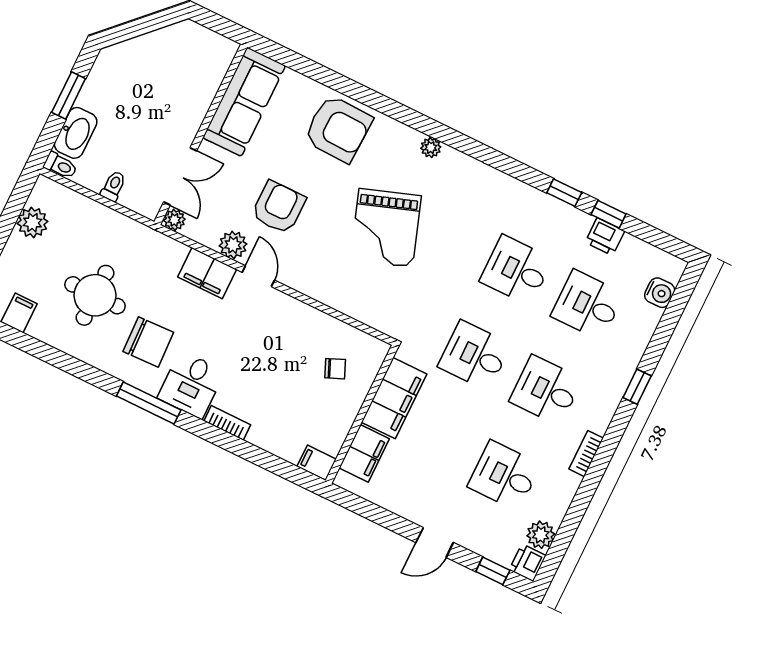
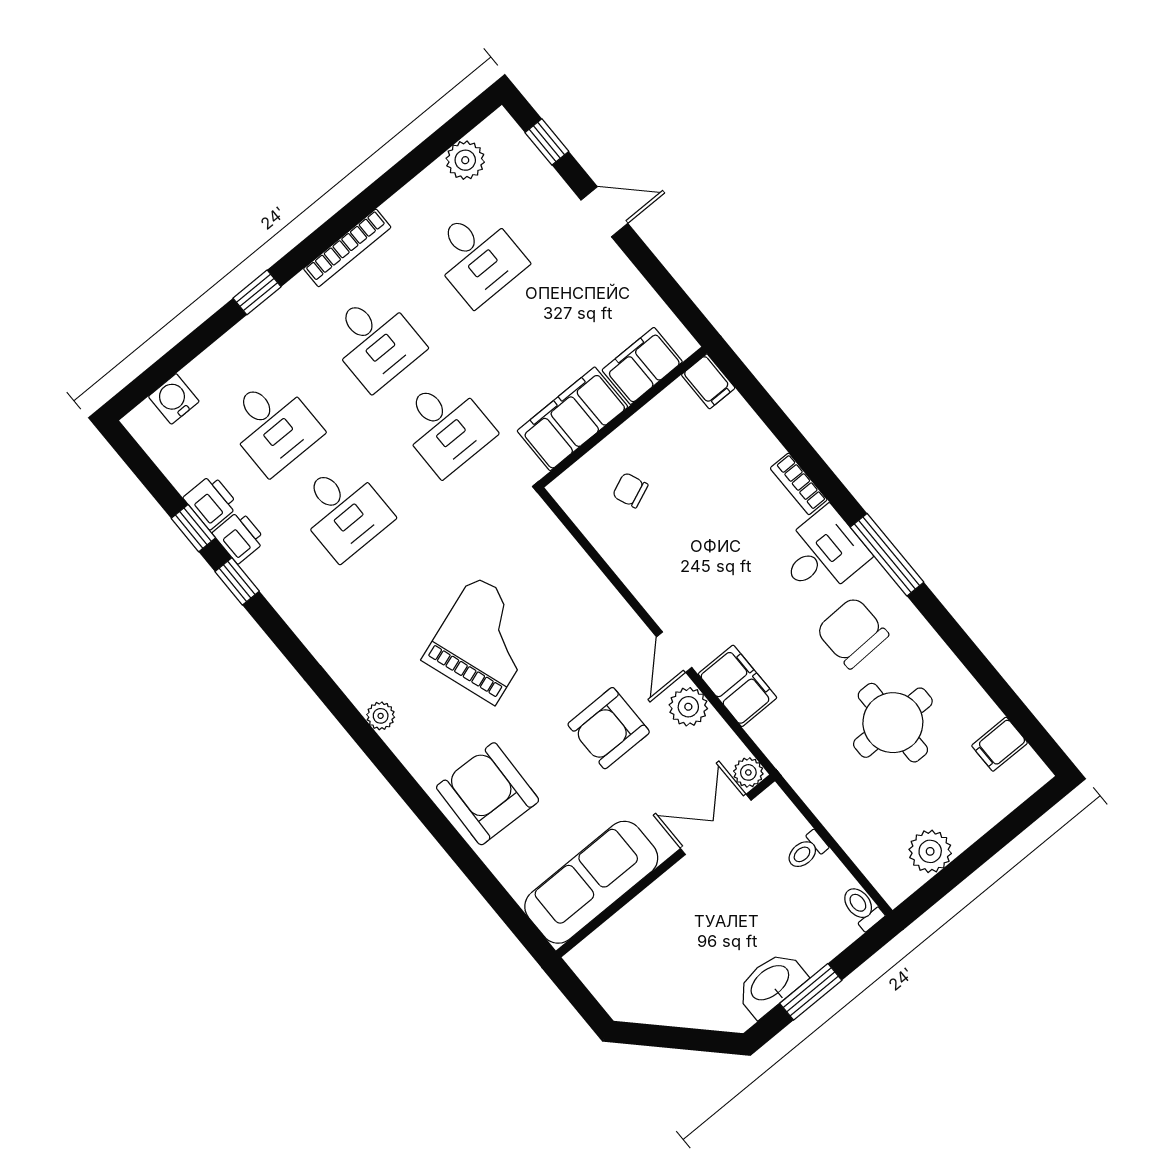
washbasin: (76, 133) -> (771, 984), moved
bookcase: (586, 454) -> (347, 248), width x1.56
printer: (528, 563) -> (239, 537), moved, turned -90

